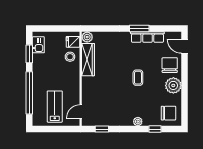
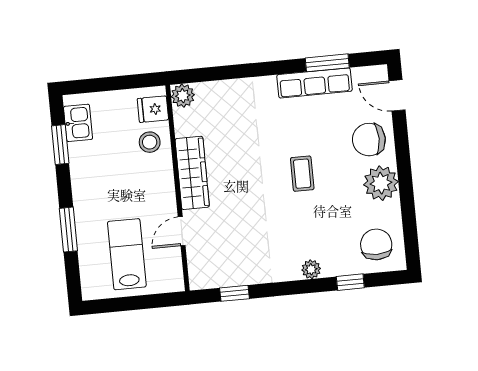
window: (139, 28) -> (327, 63), moved
wardrobe: (88, 60) -> (192, 173), moved
chair: (170, 65) -> (369, 140), turned -90
window: (29, 93) -> (68, 230), width x0.47
door: (81, 112) -> (182, 231), moved
chair: (168, 113) -> (376, 244), turned -90

